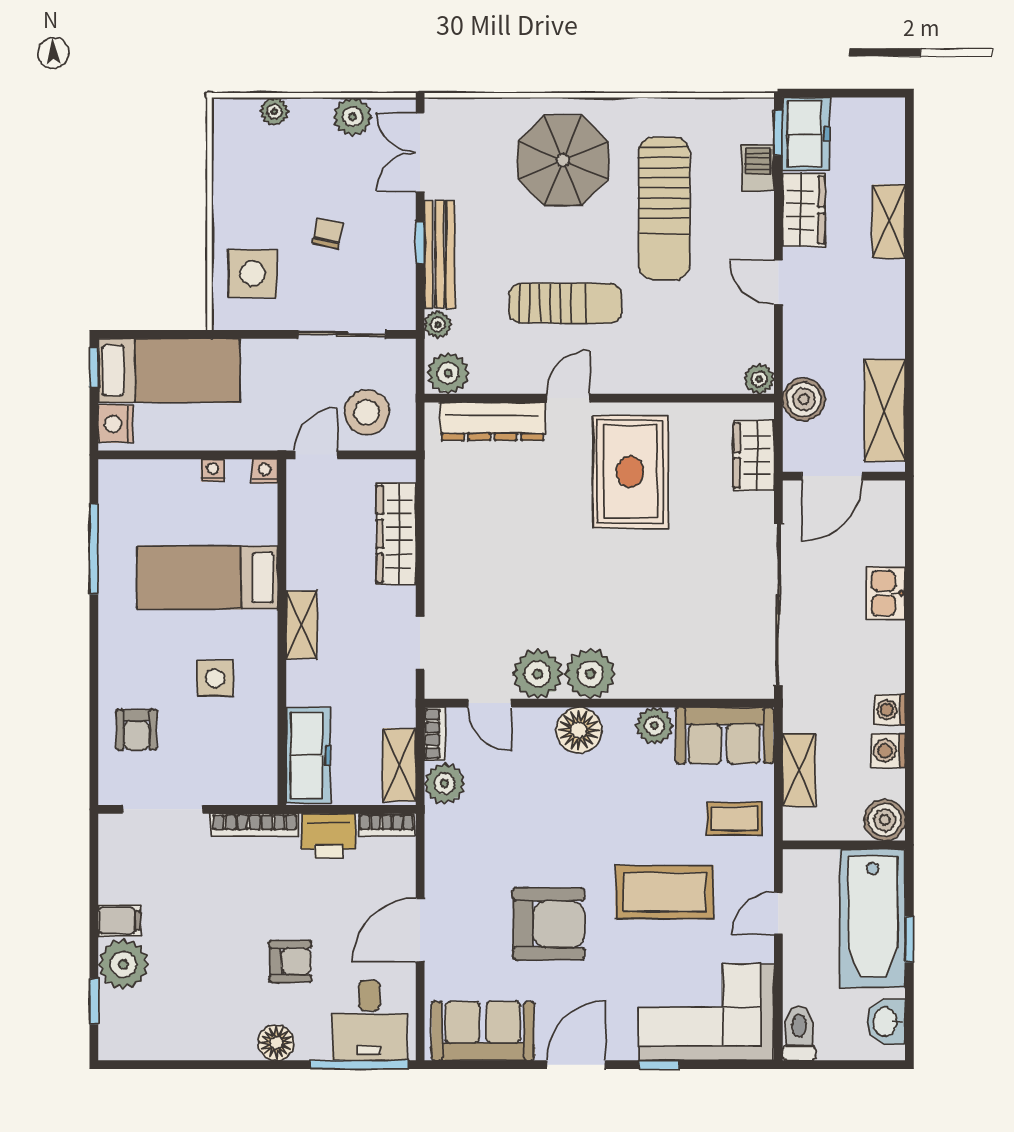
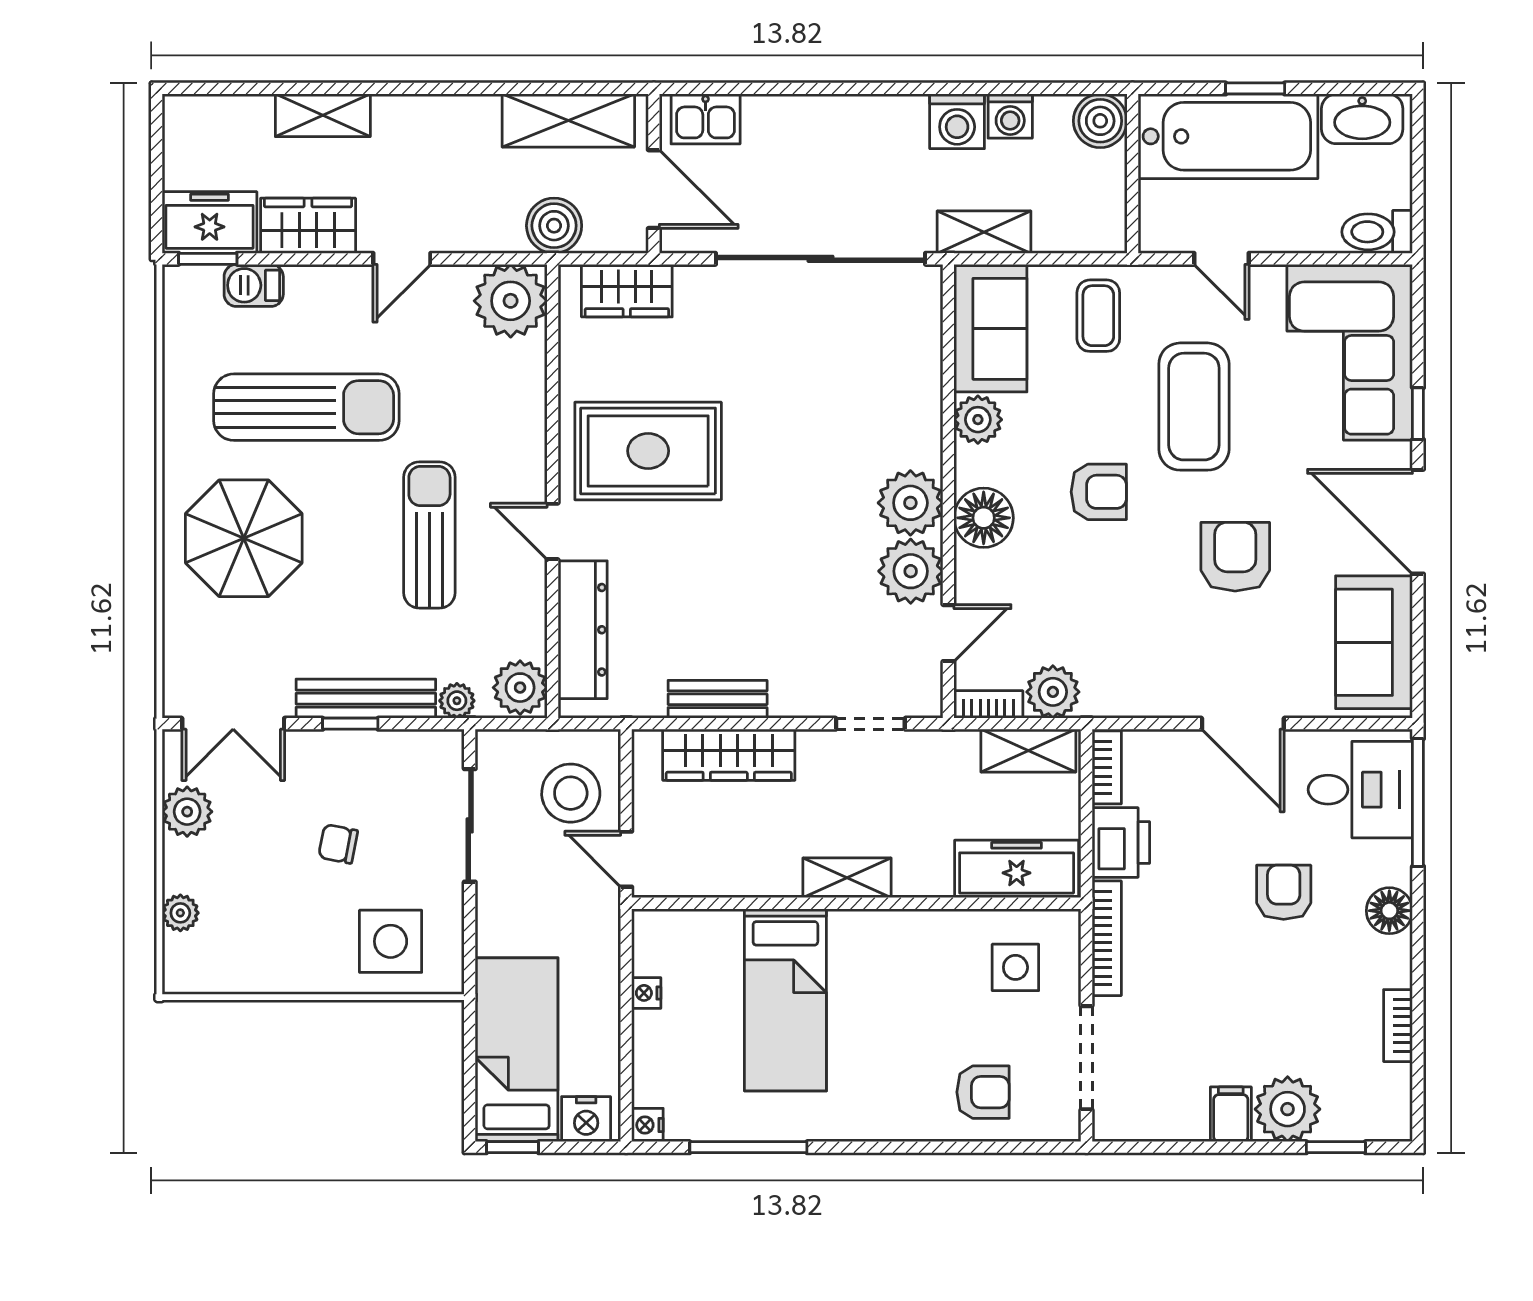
plant: (759, 379) -> (511, 301), width x1.88, depth x1.88
nightstand: (265, 471) -> (647, 1125), moved
bench: (439, 525) -> (718, 699), added
kitchen sink: (886, 593) -> (706, 119), moved
side table: (215, 678) -> (1015, 967), moved
washing machine: (890, 710) -> (957, 121), width x1.38, depth x1.38
shelving: (799, 770) -> (984, 232), moved
armchair: (599, 819) -> (1099, 492), added
armchair: (549, 924) -> (1235, 557), width x0.73, depth x0.73
washbasin: (886, 1022) -> (1362, 119), width x1.38
bookcase: (188, 1049) -> (1398, 1026), added
door: (576, 1065) -> (1418, 522), width x1.36

